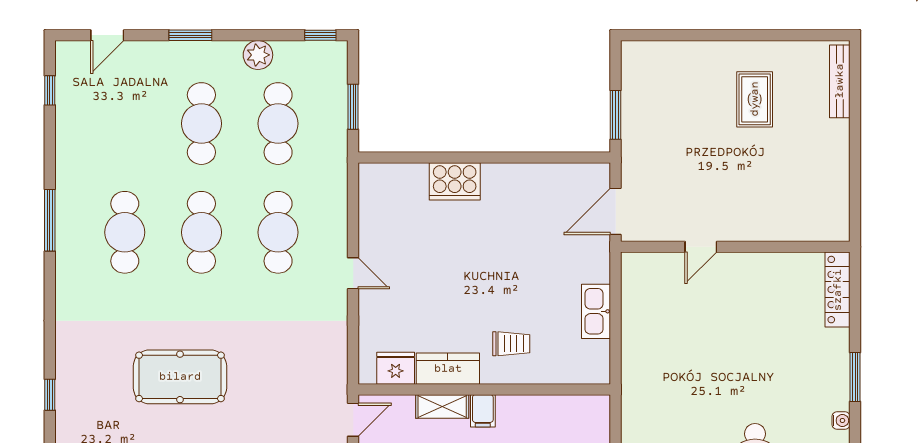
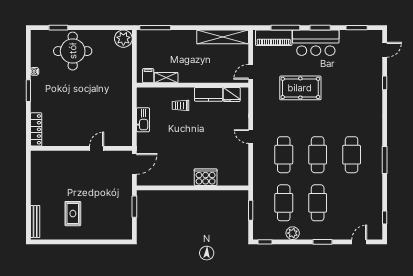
pool table: (180, 377) -> (300, 88), moved
shelving: (442, 406) -> (166, 78), moved
filing cabinet: (483, 411) -> (148, 76), moved

